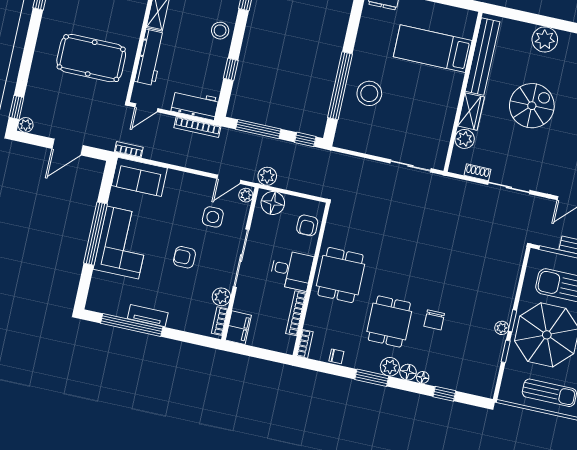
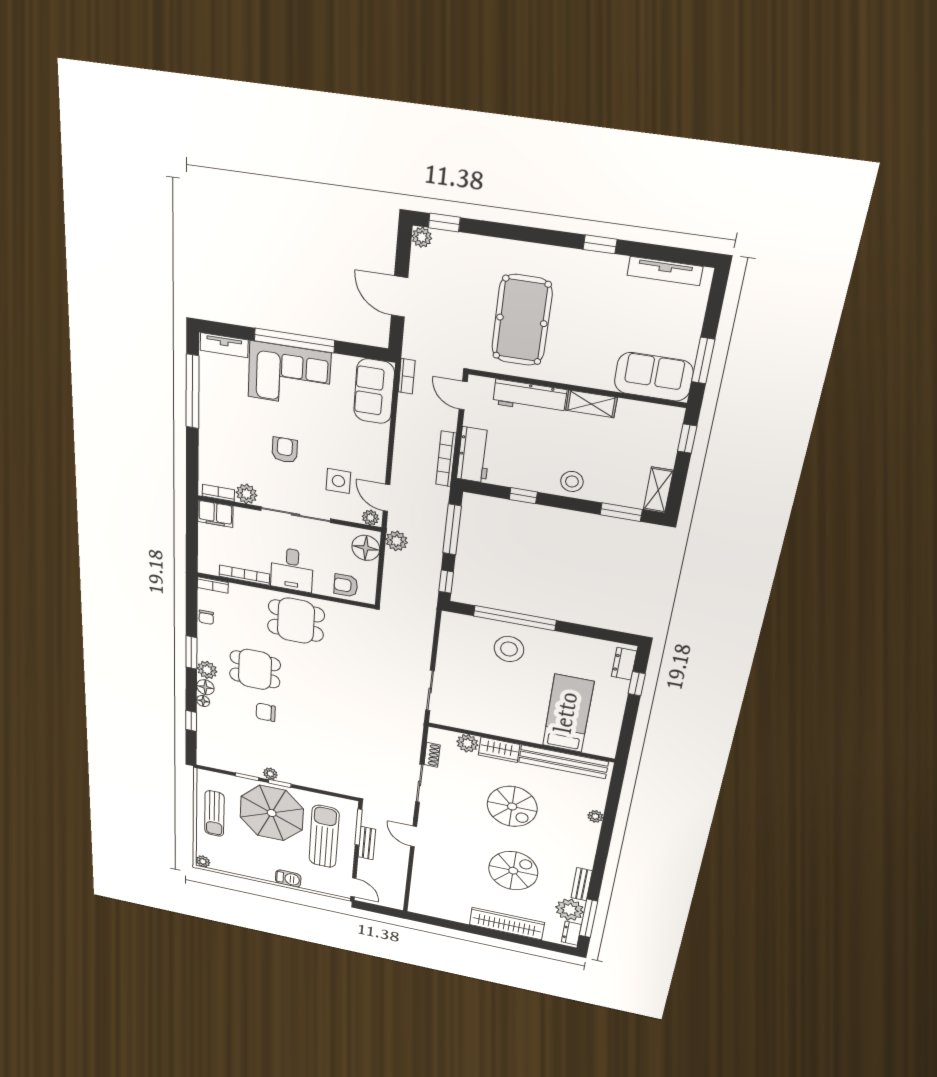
plant: (545, 39) -> (595, 816), width x0.53, depth x0.53
tv unit: (148, 316) -> (224, 345), moved, turned 90

